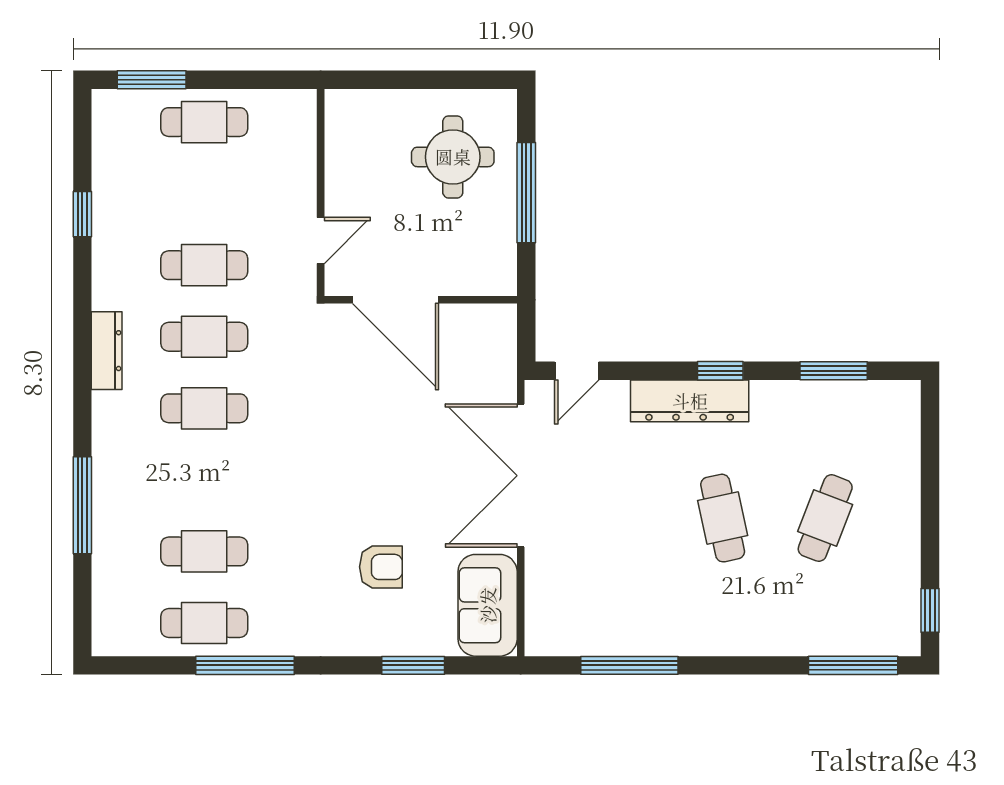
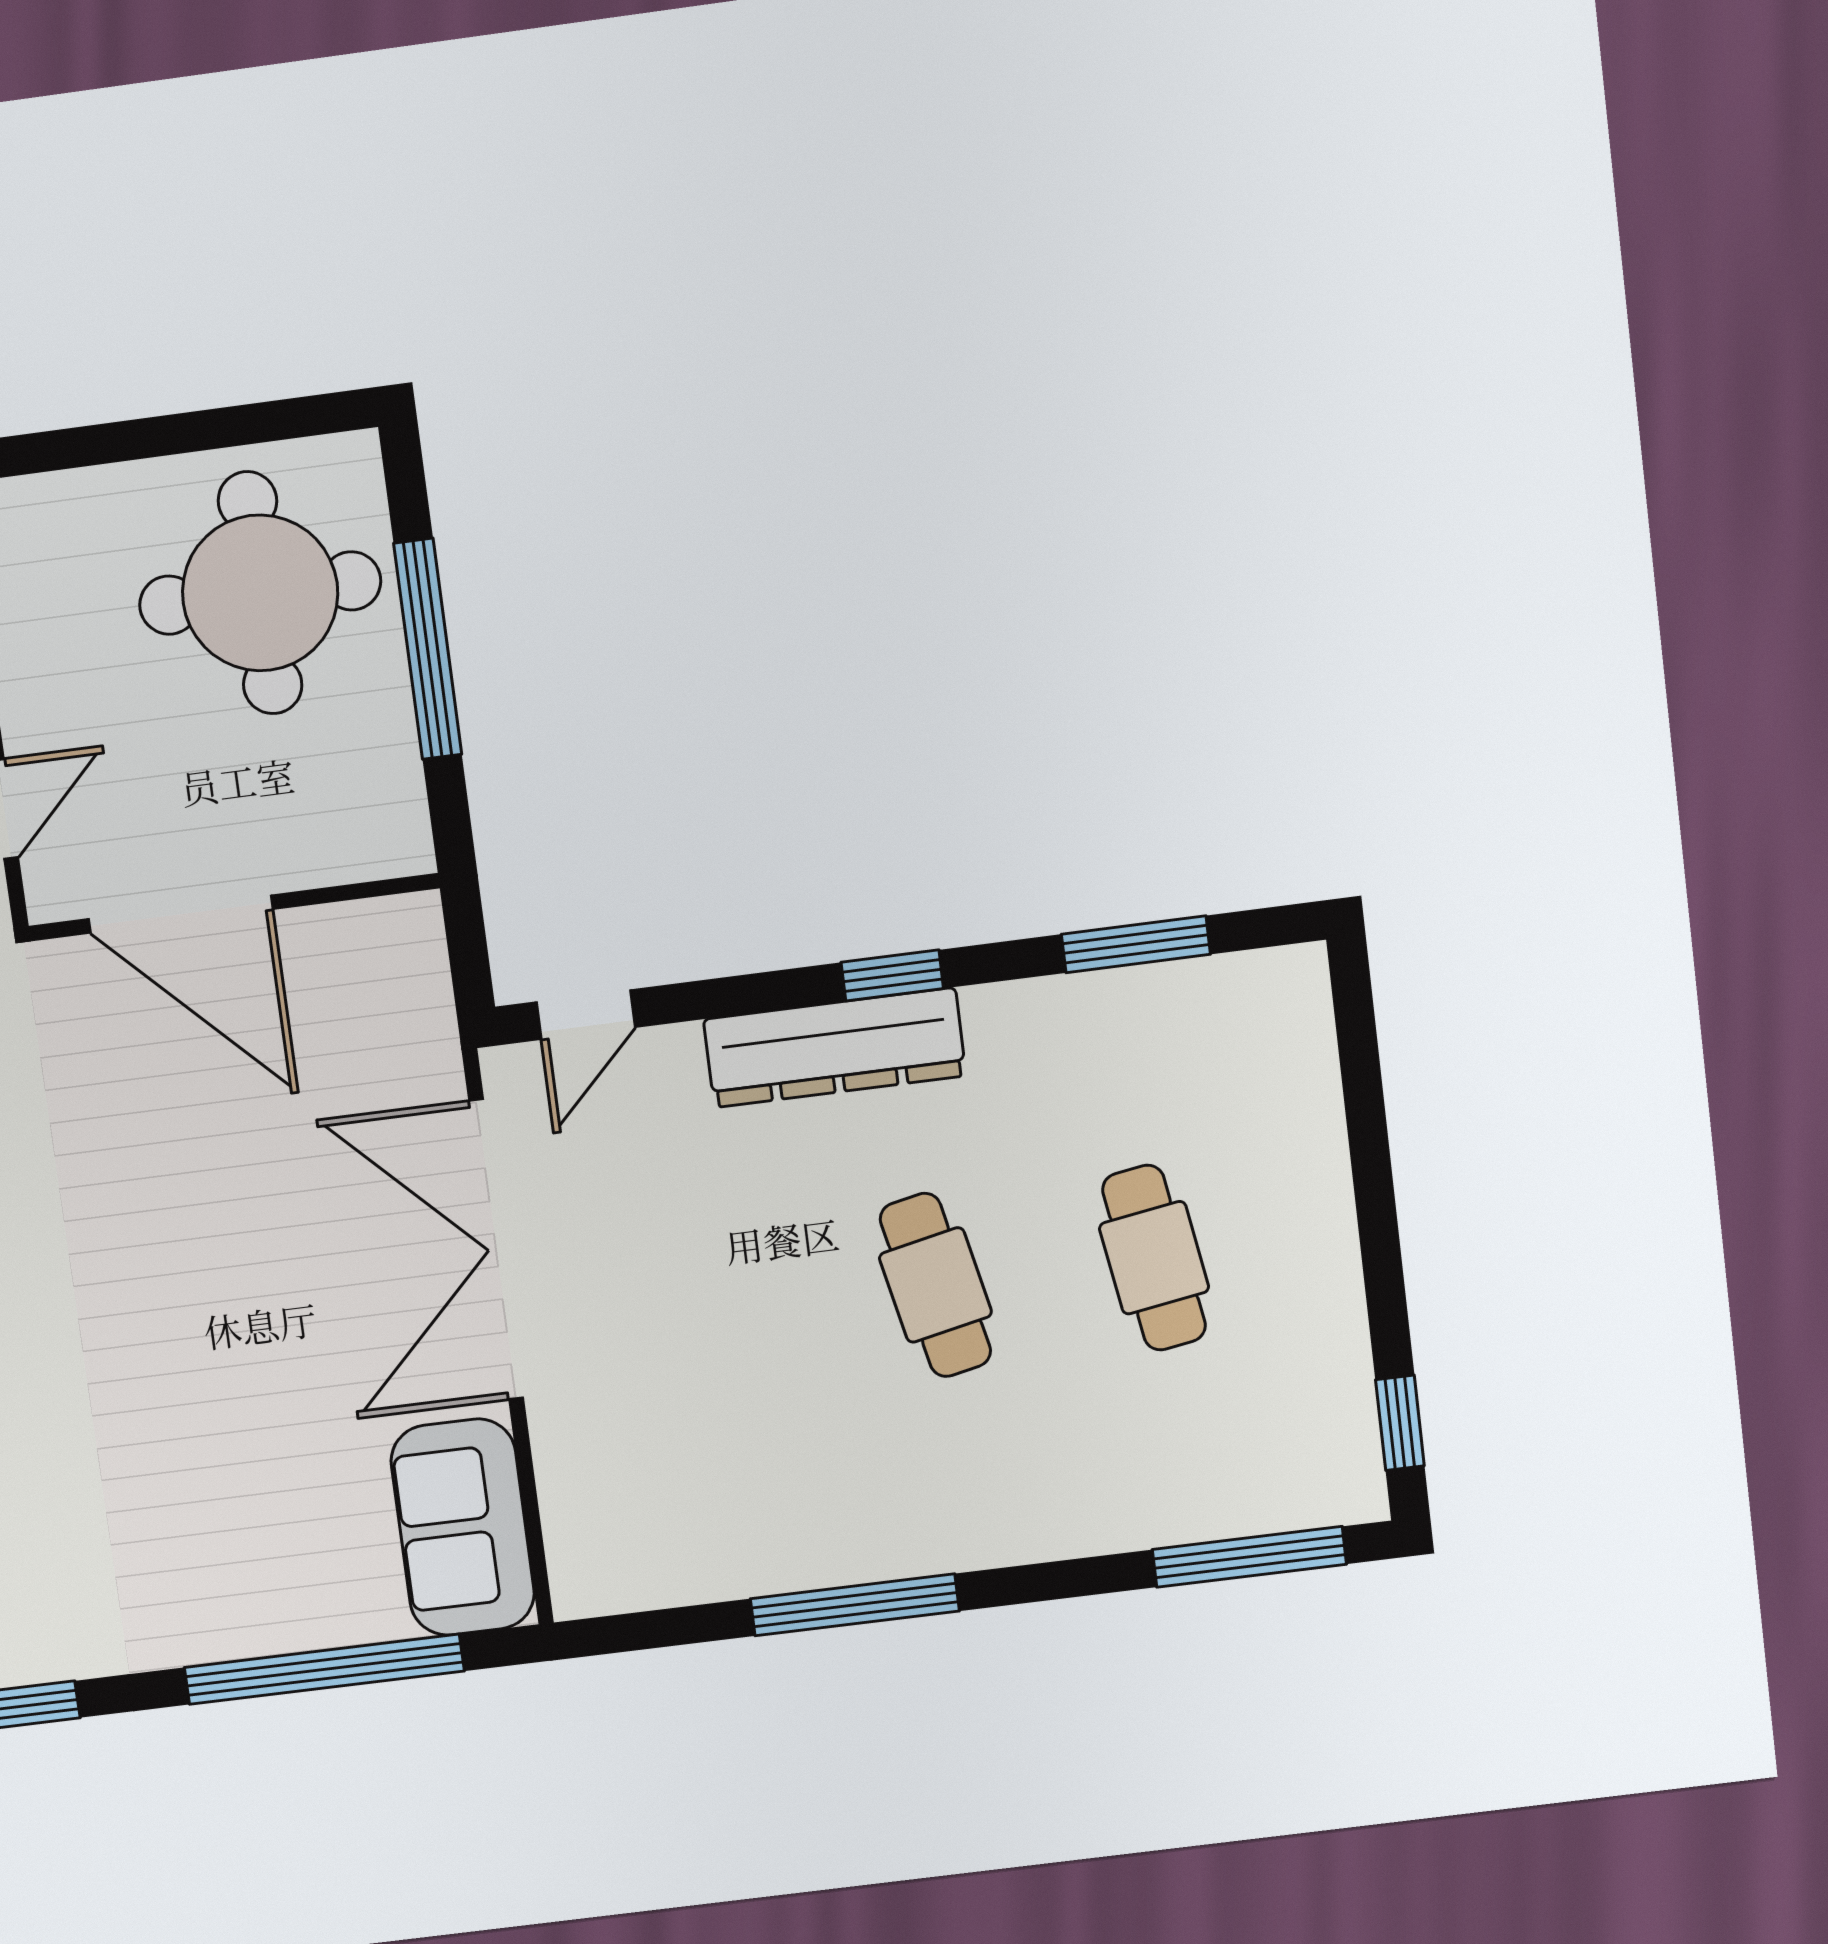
round table: (453, 157) -> (260, 593), width x1.36, depth x1.36
cafe table: (825, 518) -> (1154, 1258), turned -30
armchair: (381, 567) -> (229, 1476), removed
window: (413, 665) -> (324, 1669), width x2.11
window: (629, 665) -> (855, 1605), moved

